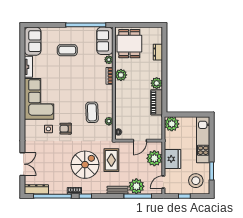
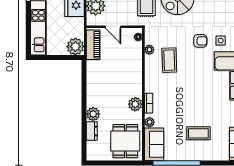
plant: (157, 83) -> (93, 114), moved
piano: (157, 102) -> (93, 45), moved
door: (140, 141) -> (113, 27), swing flipped

